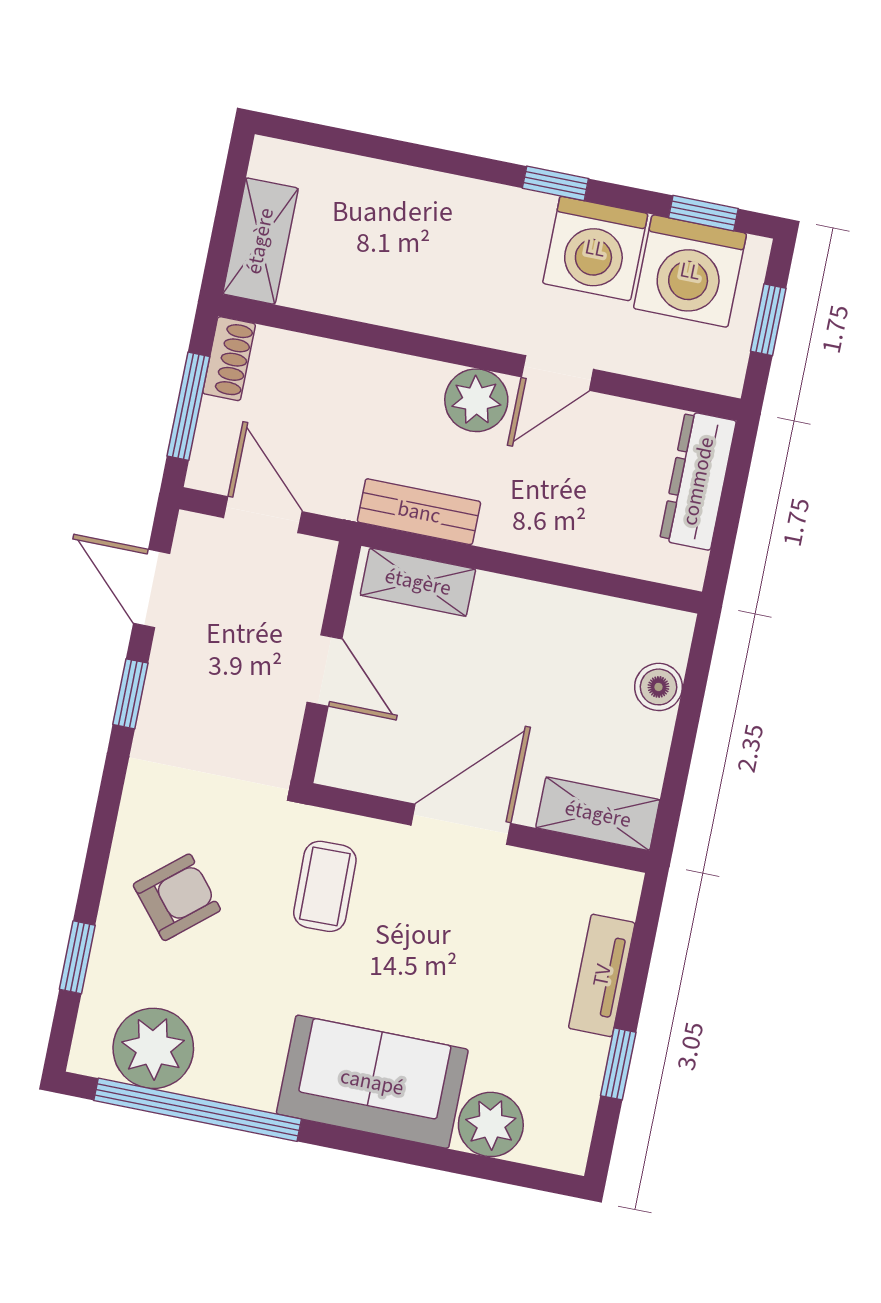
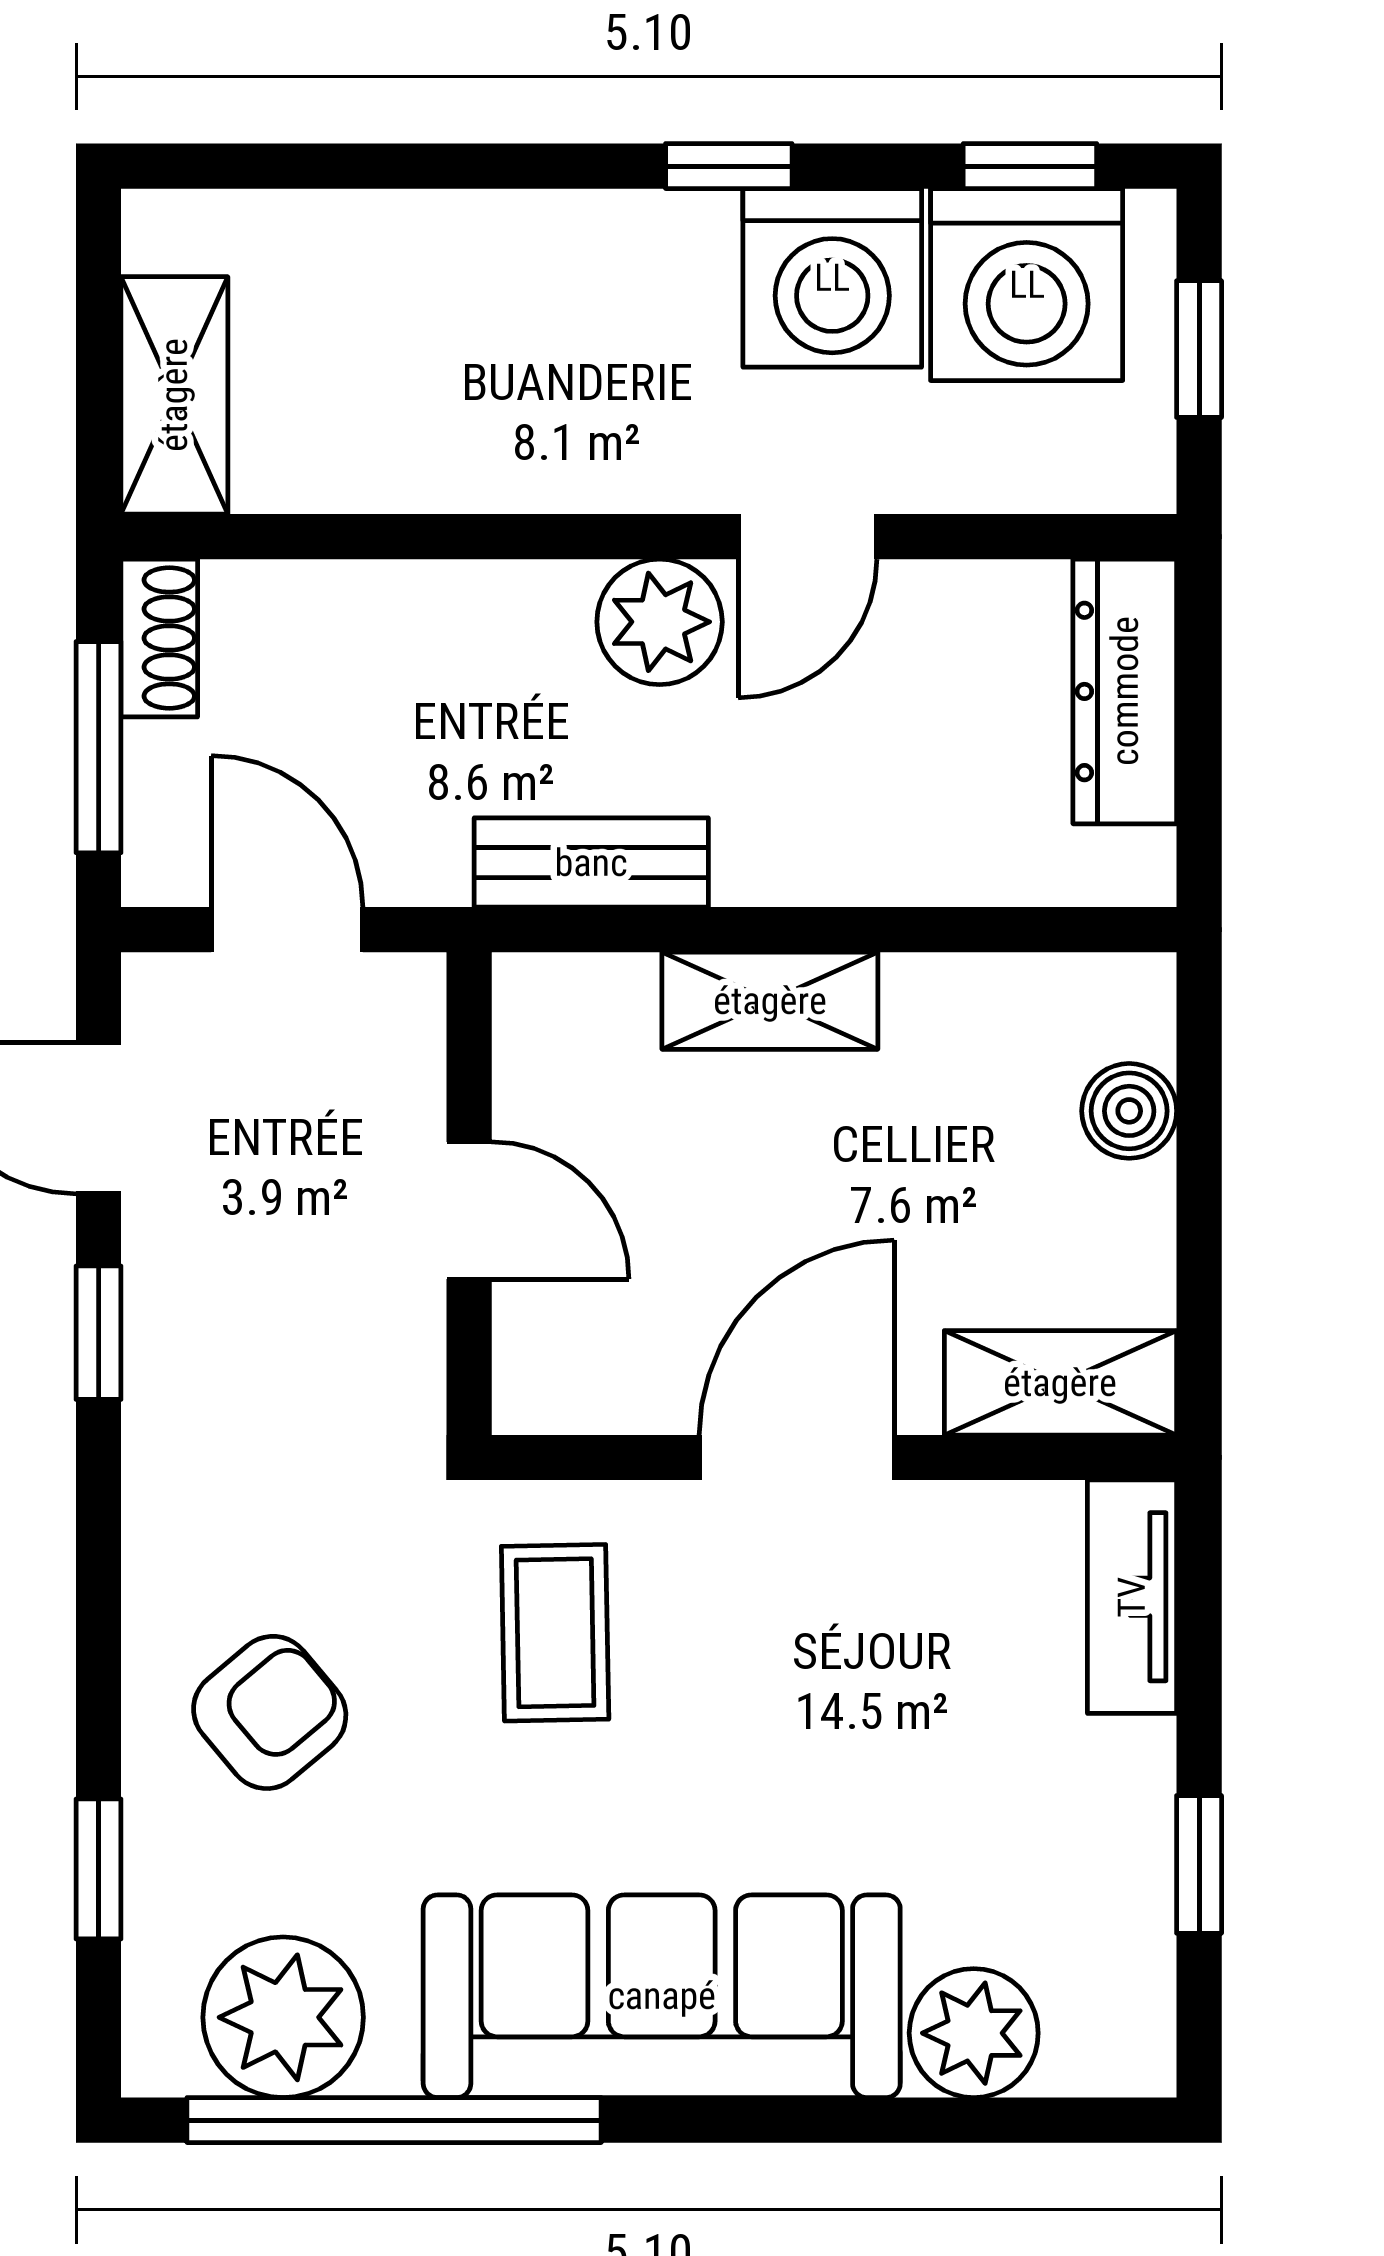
shelving: (418, 582) -> (770, 1001), moved
tv unit: (602, 975) -> (1132, 1597), moved
sofa: (372, 1082) -> (662, 1996), width x1.36

